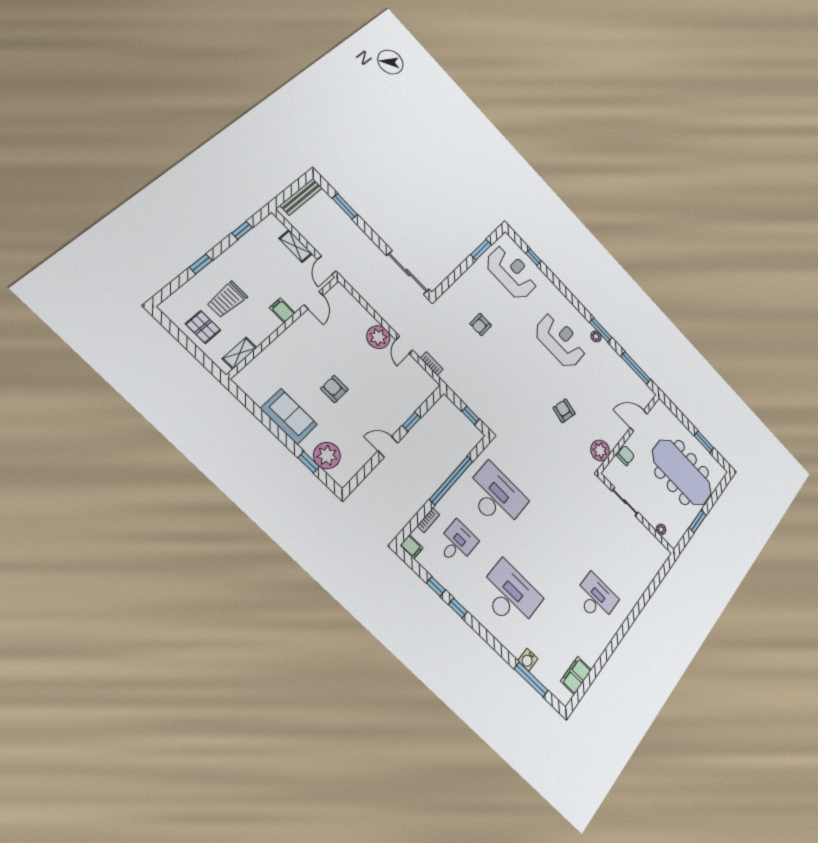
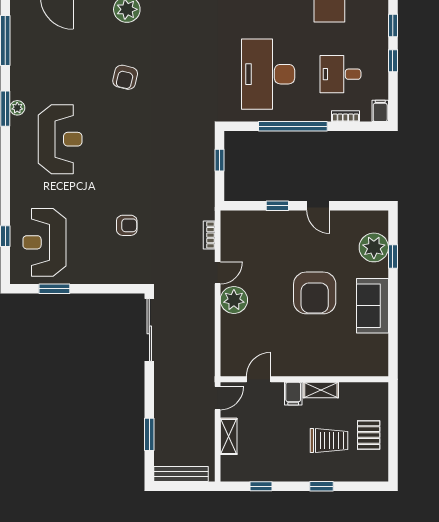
reception desk: (560, 340) -> (60, 139), turned 180
shelving: (240, 353) -> (321, 390), moved
armchair: (334, 389) -> (315, 293), width x1.88, depth x1.88

